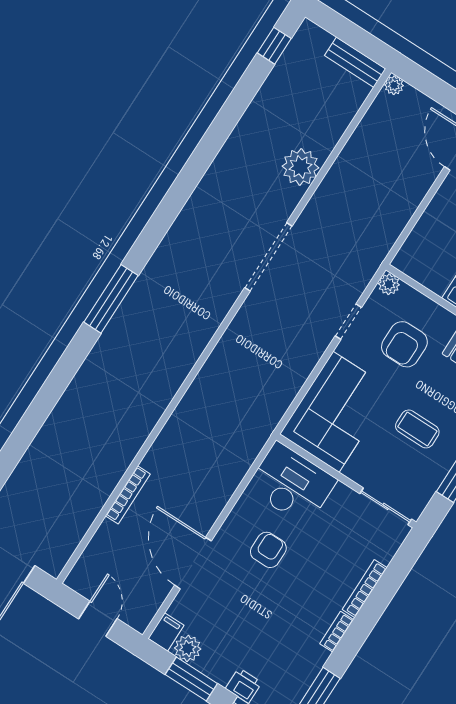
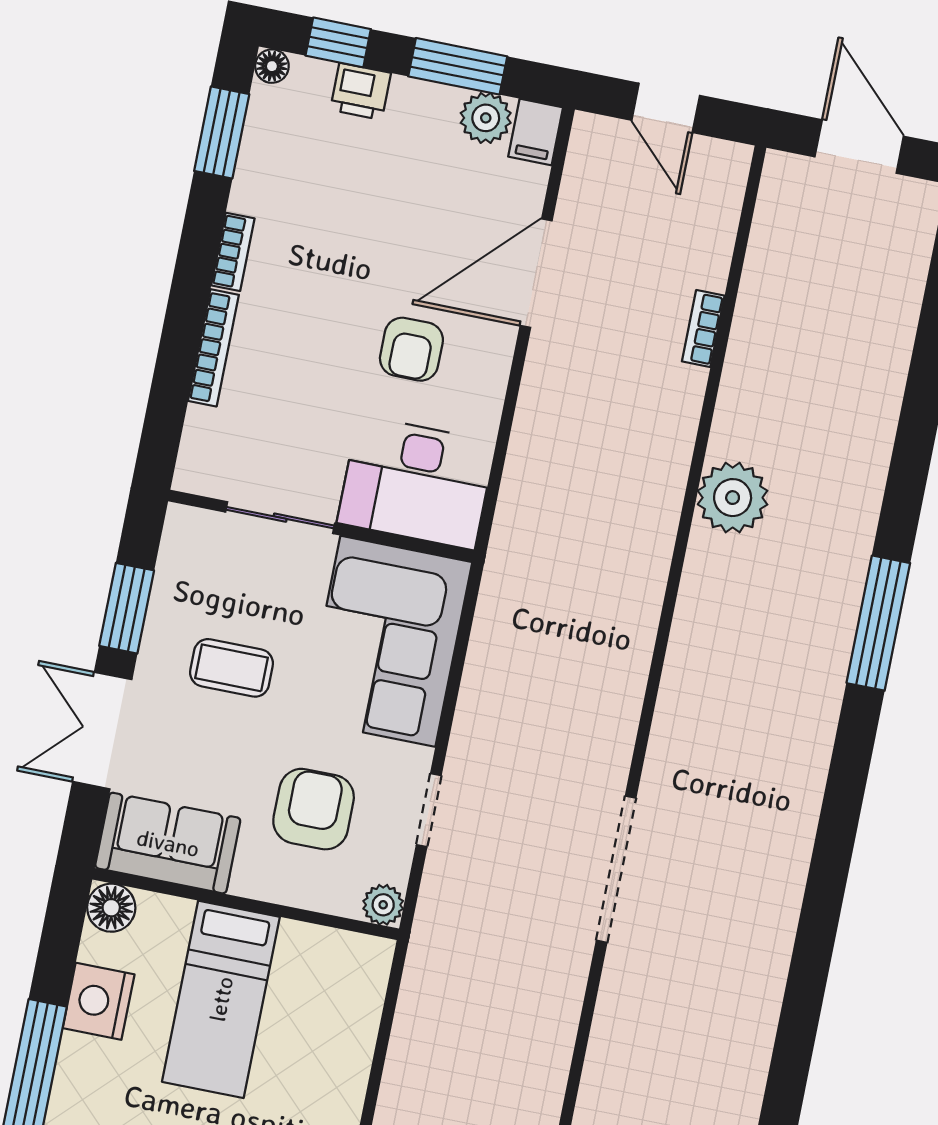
plant: (300, 167) -> (733, 498), moved
window: (111, 299) -> (878, 623), moved
bookcase: (128, 495) -> (703, 329), width x0.64
sliding door: (386, 506) -> (280, 518), moved
door: (193, 563) -> (536, 273), swing flipped

